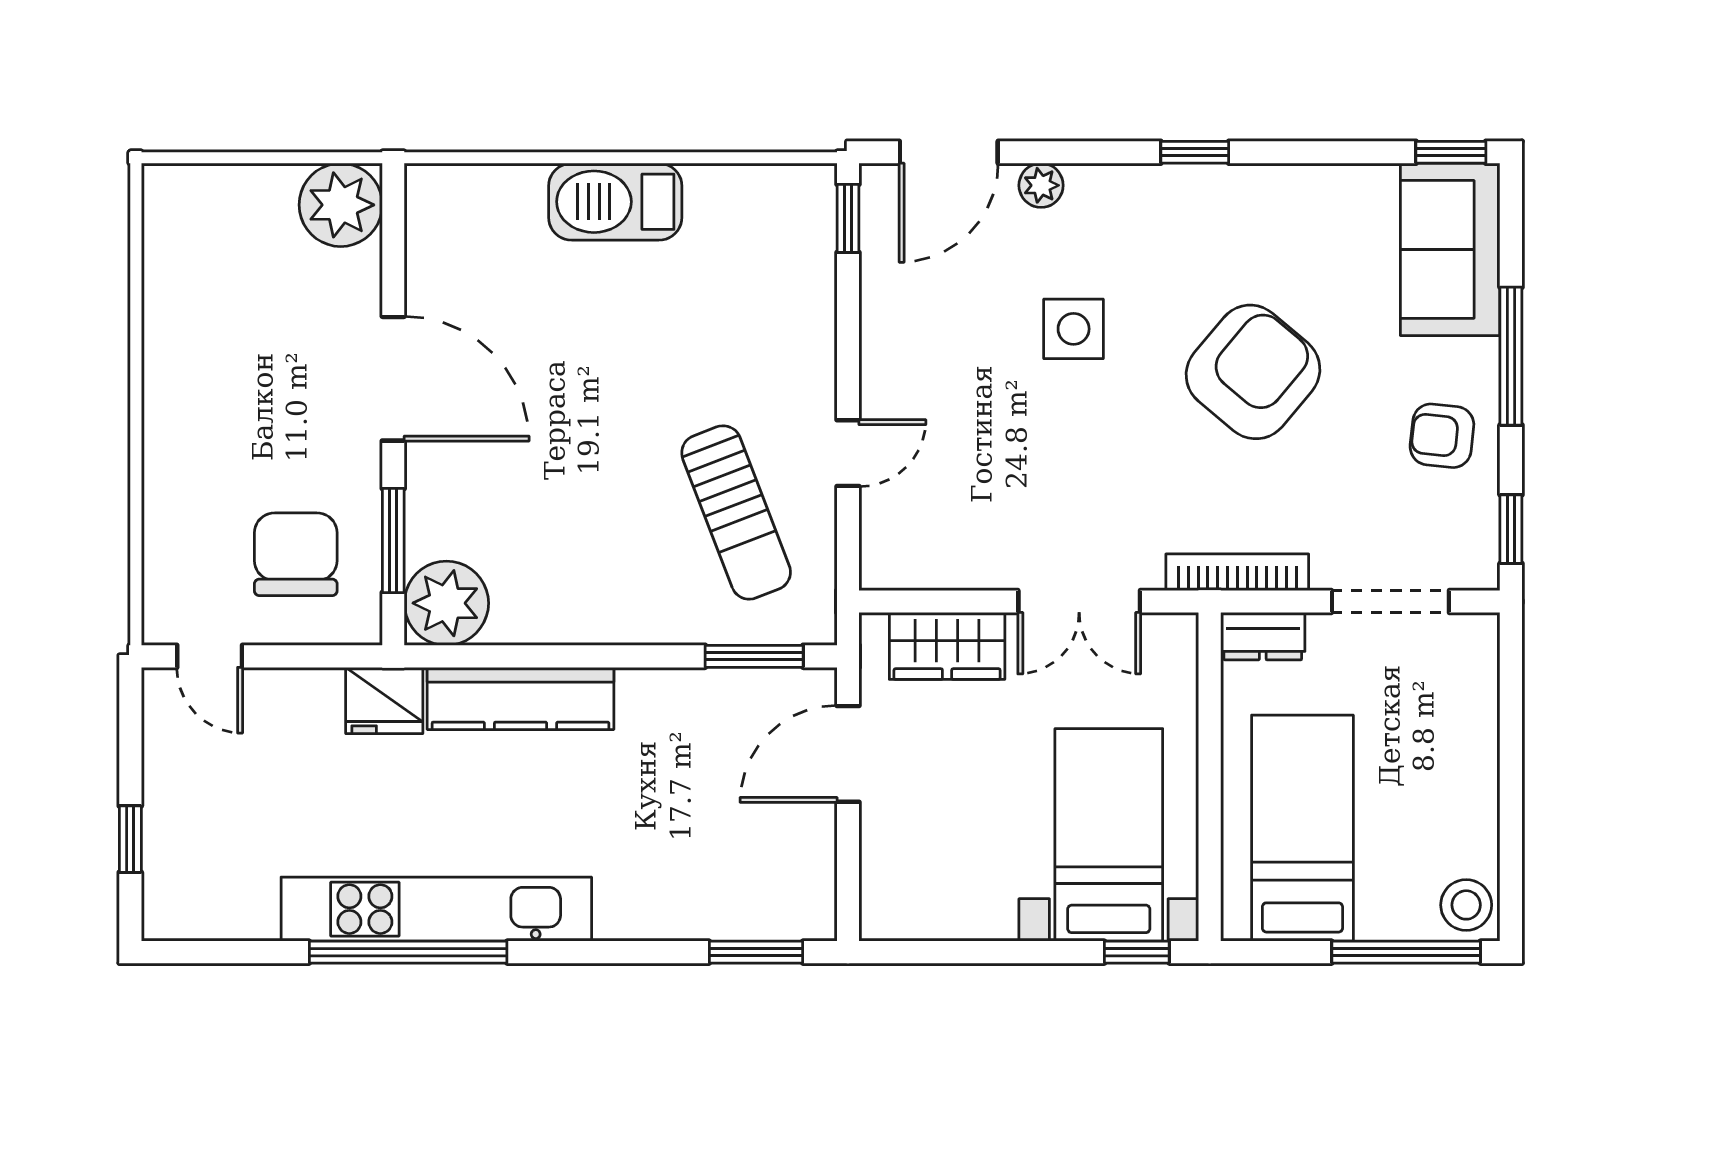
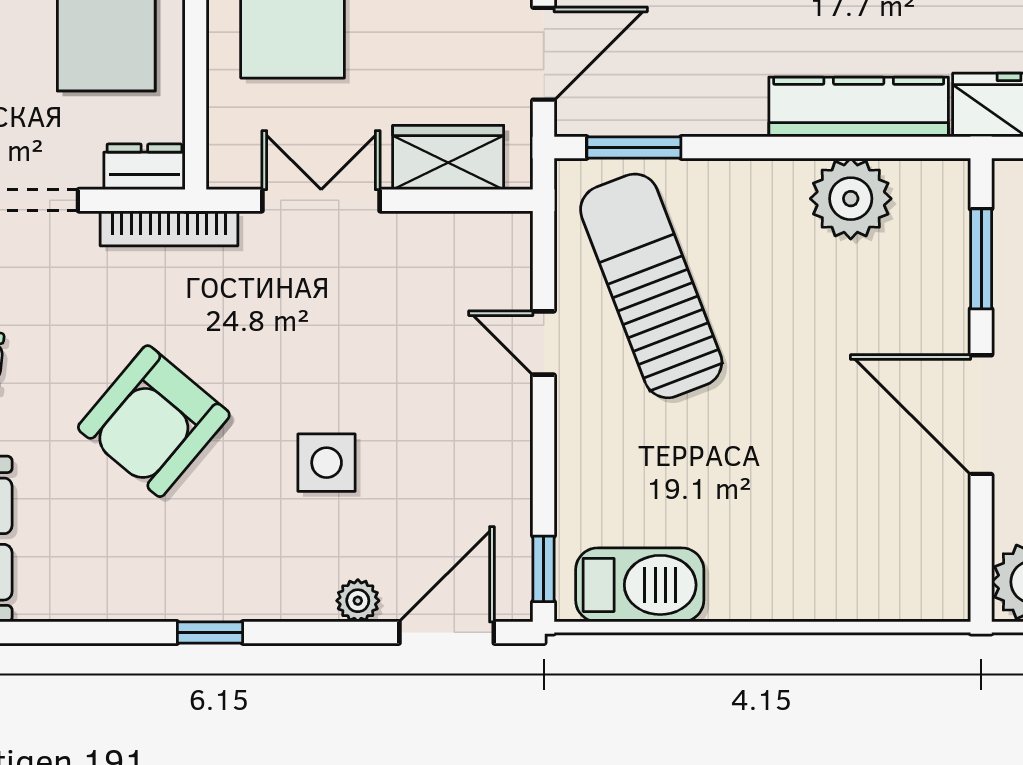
barbecue: (615, 202) -> (640, 585), moved
door: (848, 453) -> (544, 343), hinge flipped
sun lounger: (736, 512) -> (651, 286), width x1.36, depth x1.34
plant: (446, 603) -> (851, 199), moved

